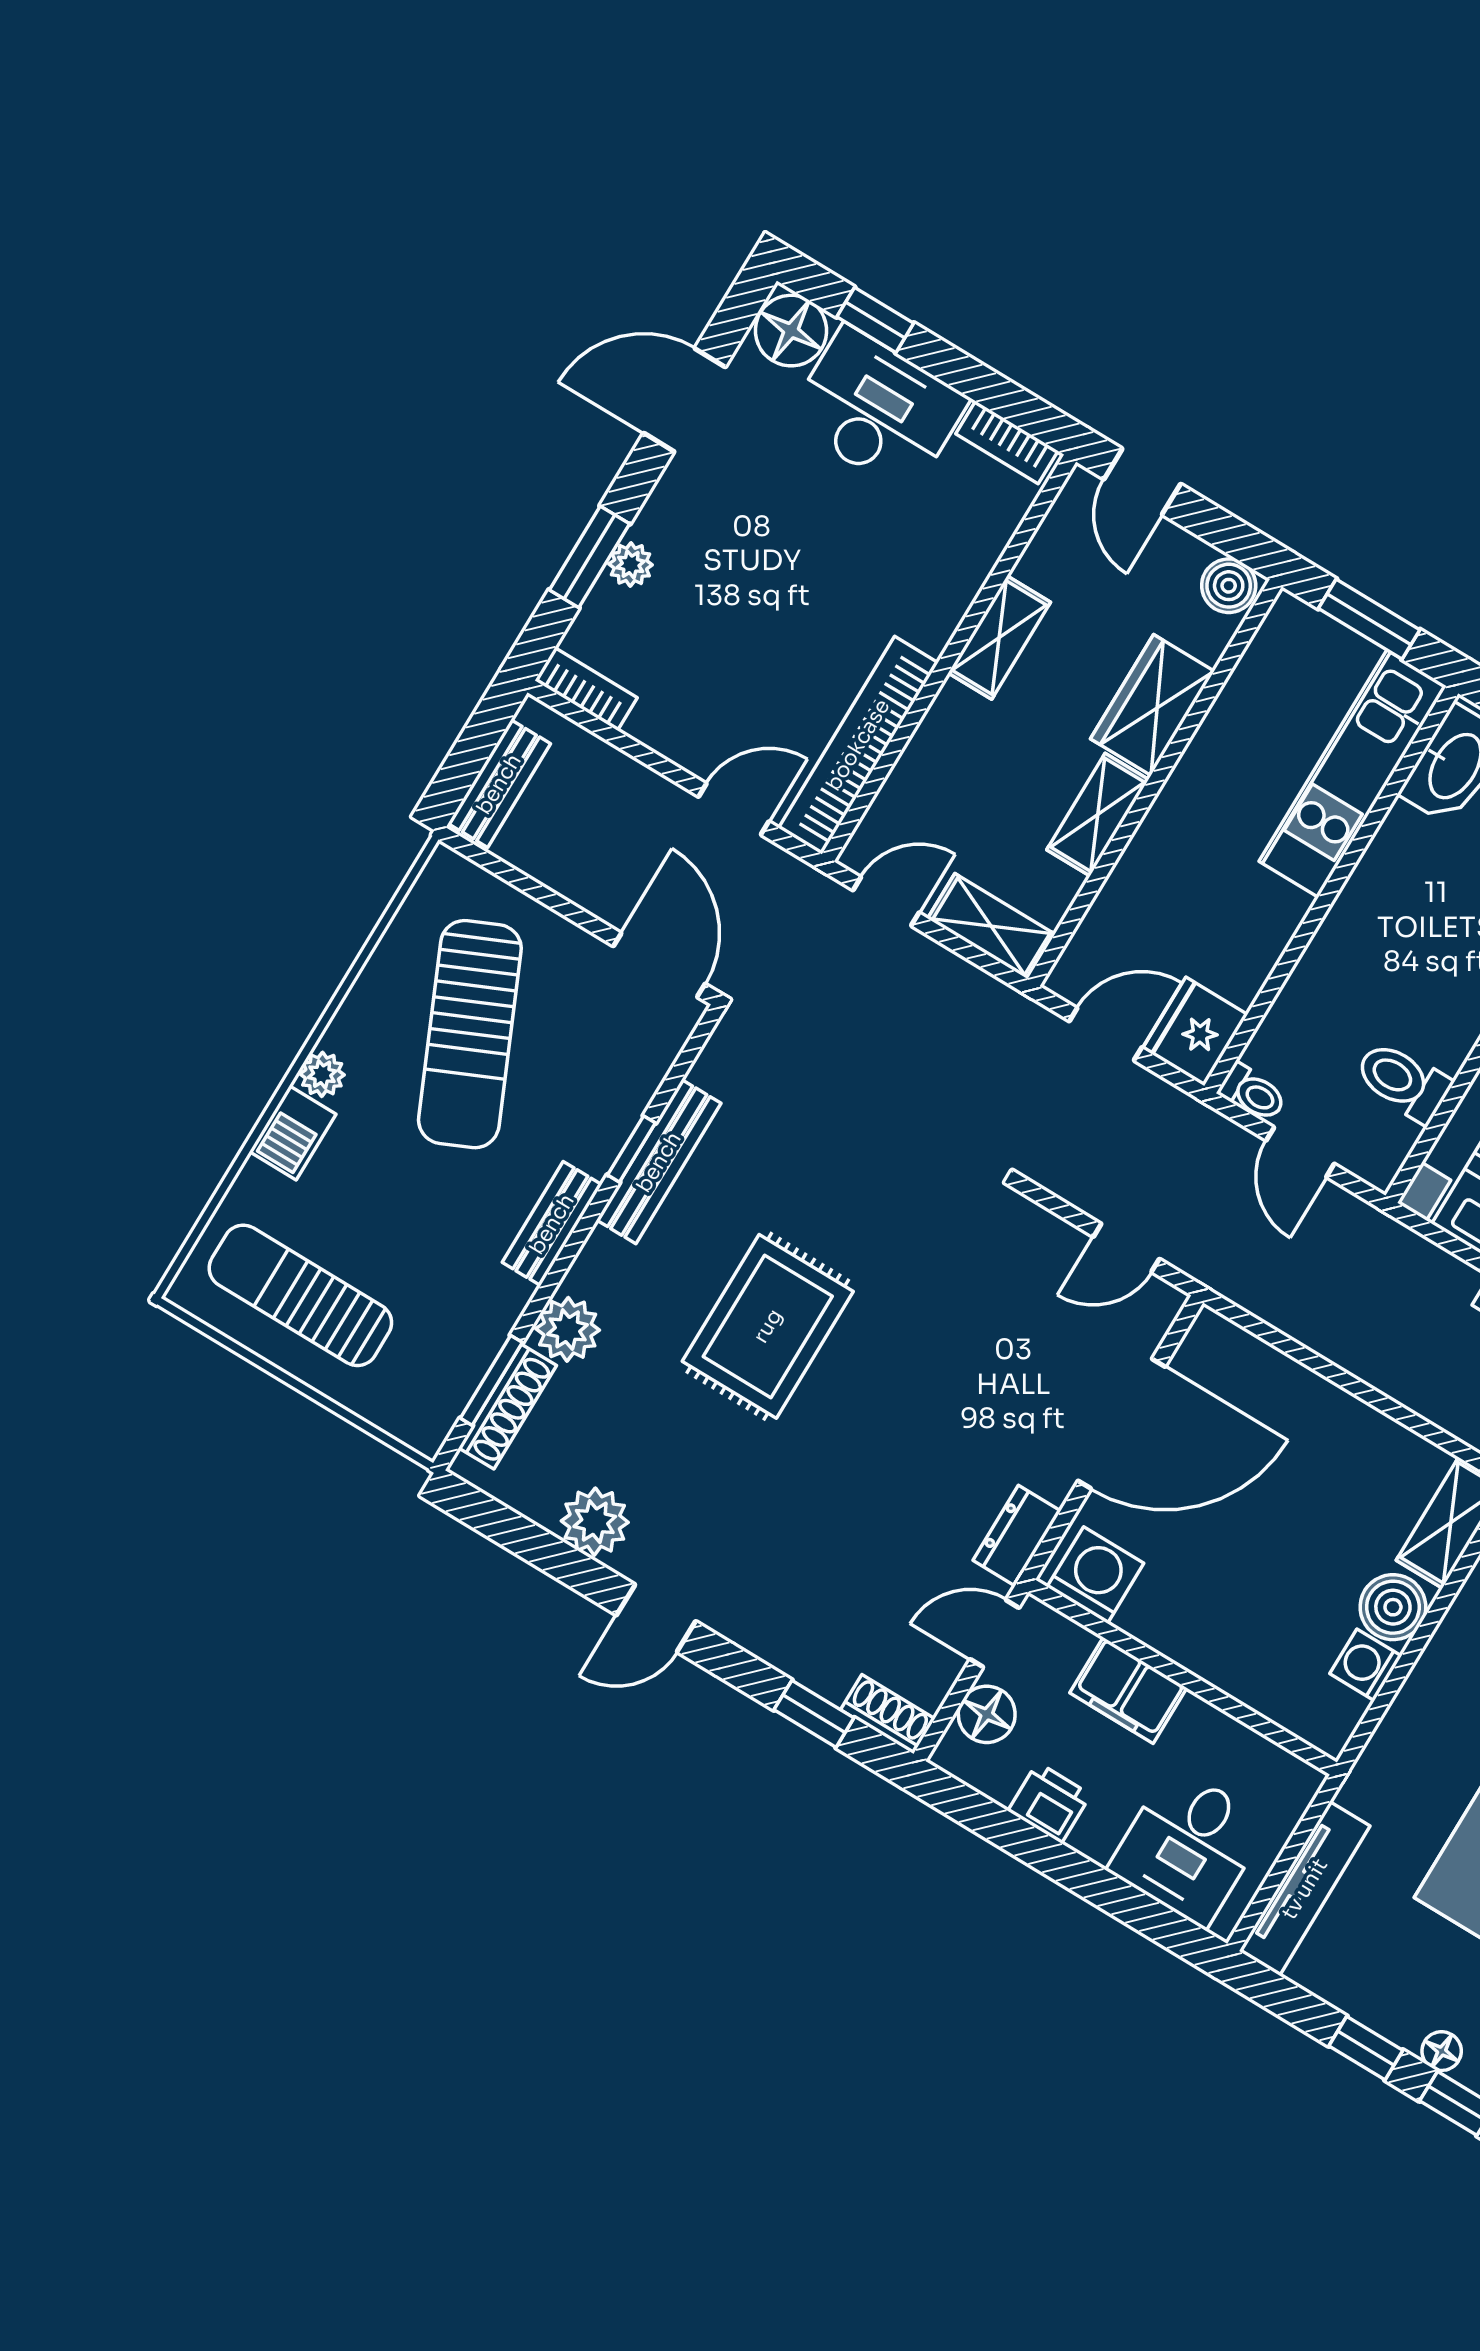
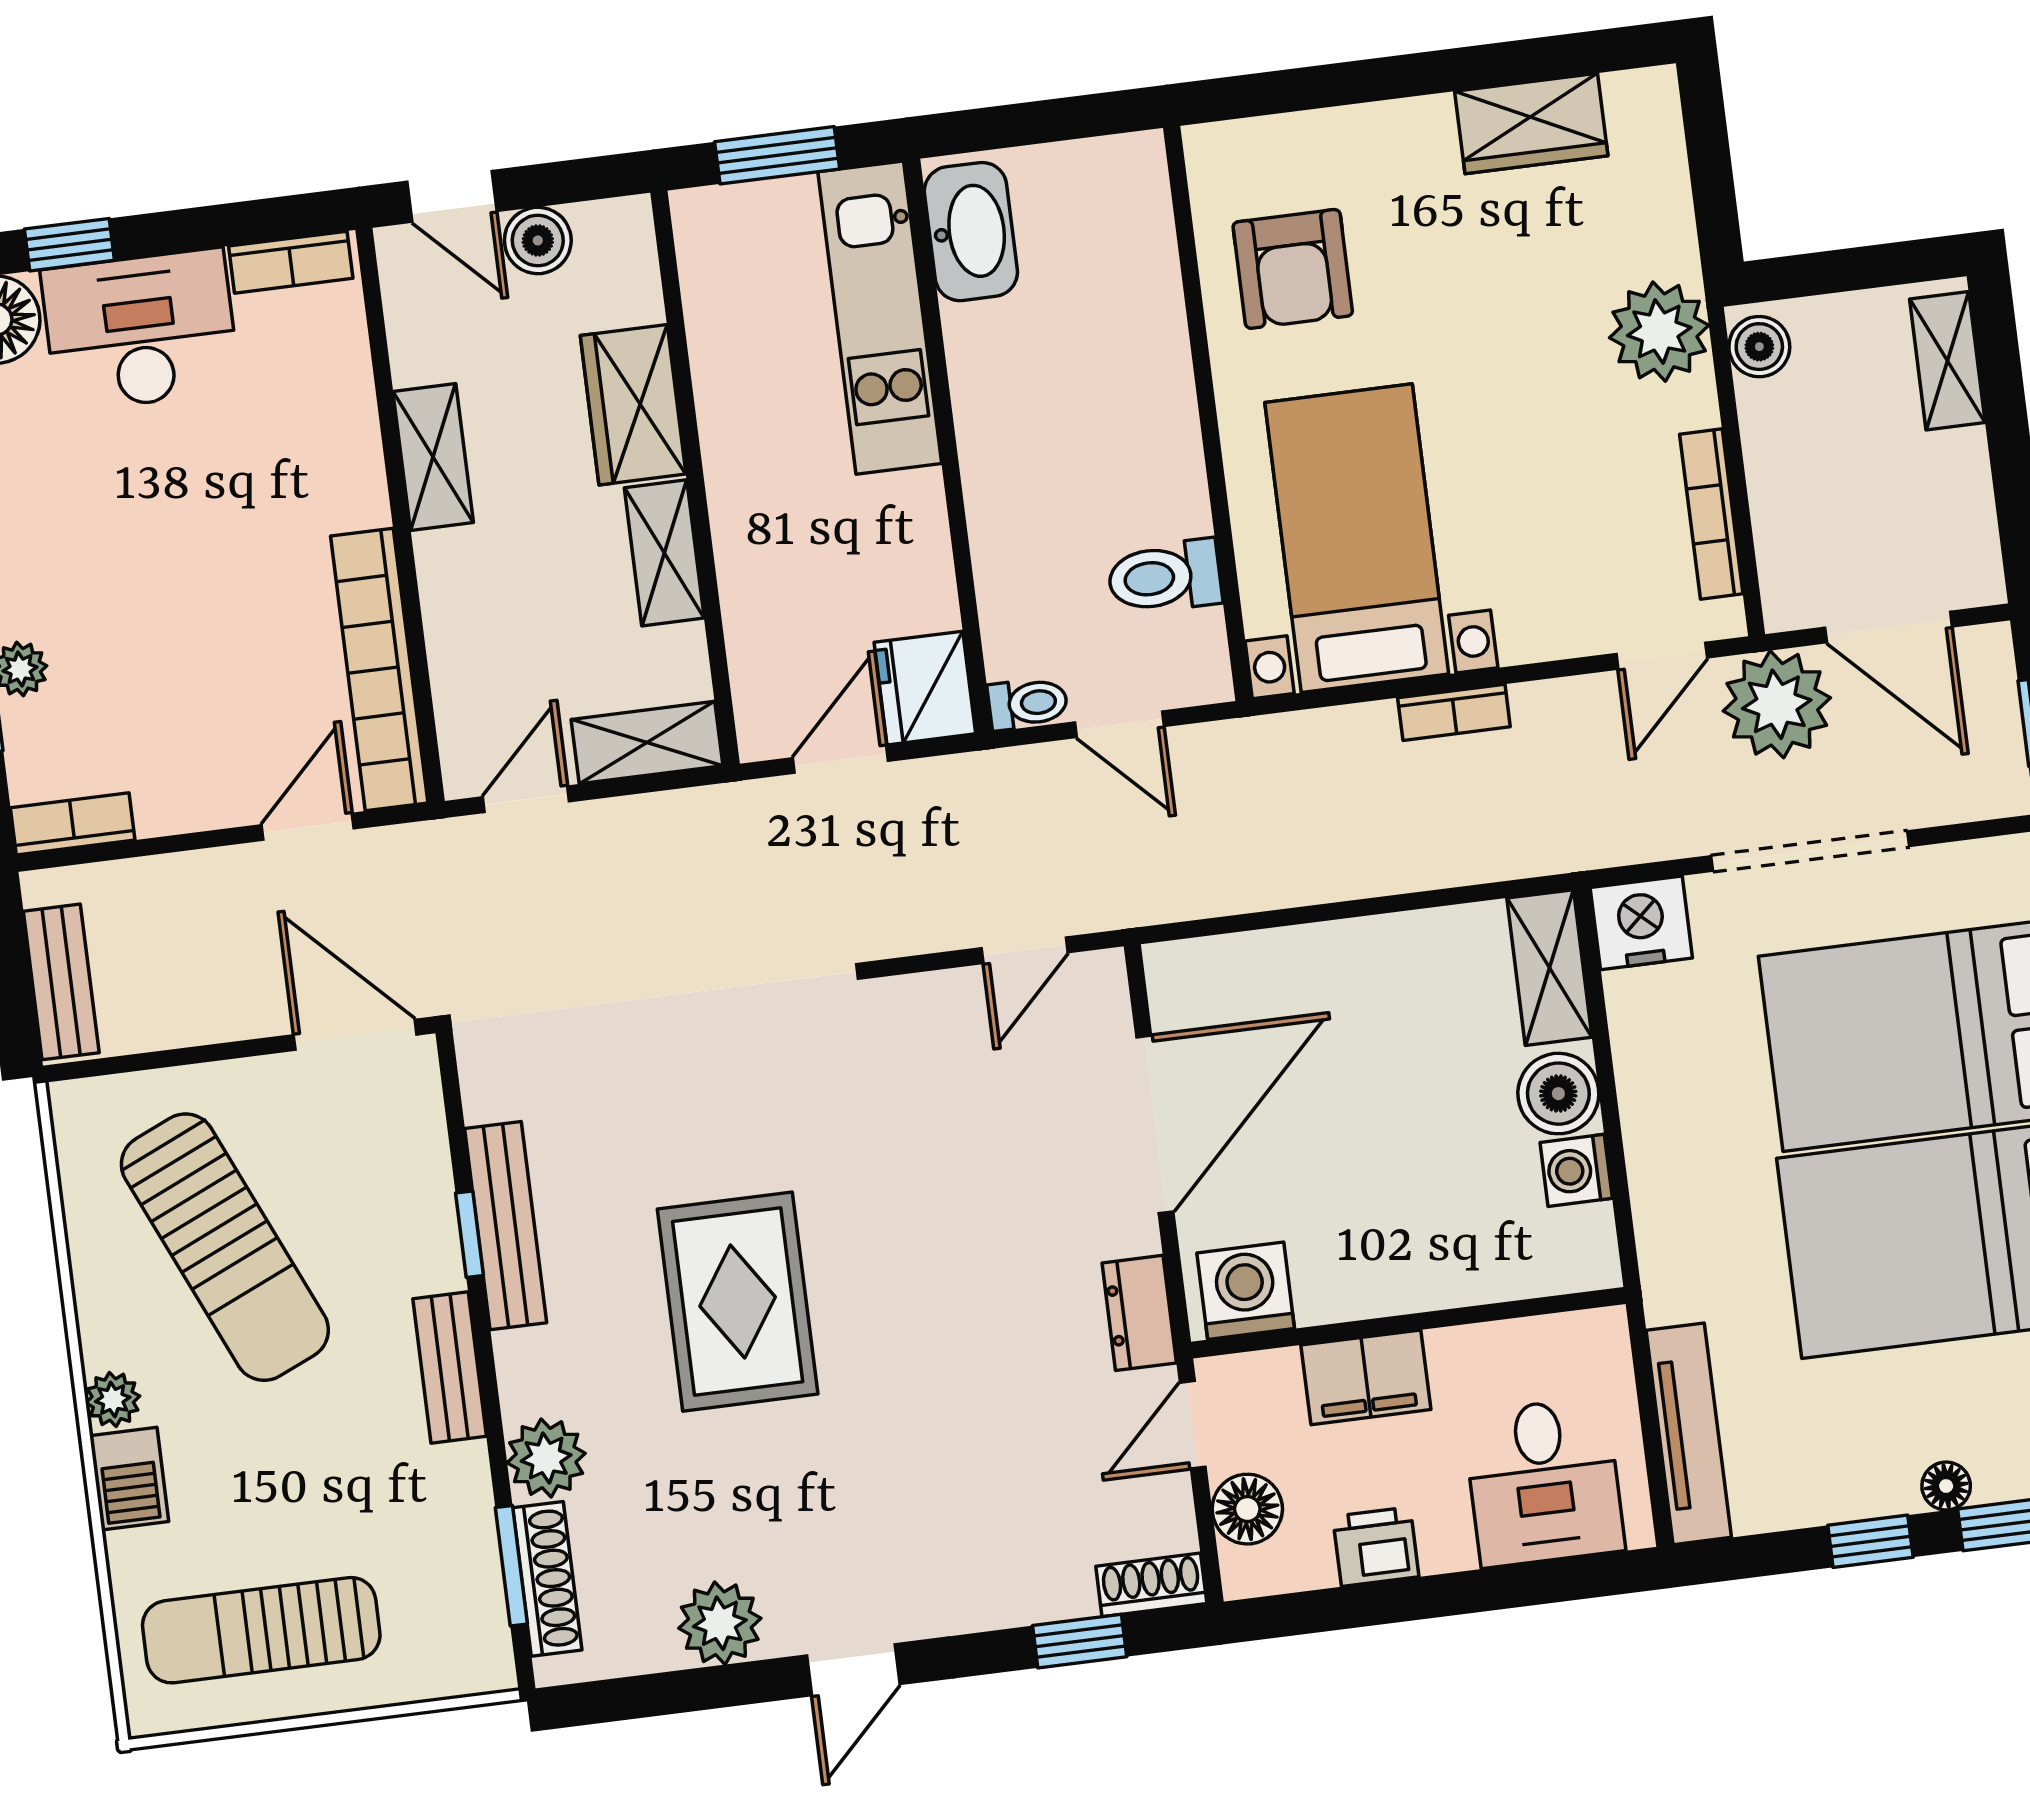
boiler: (1229, 586) -> (538, 240), moved

